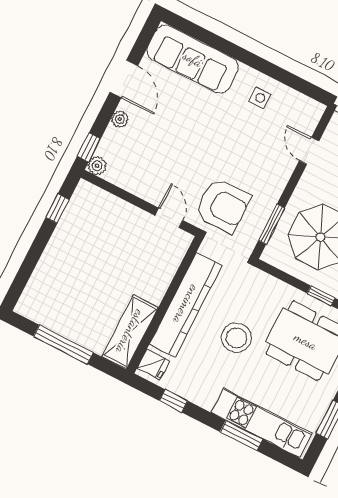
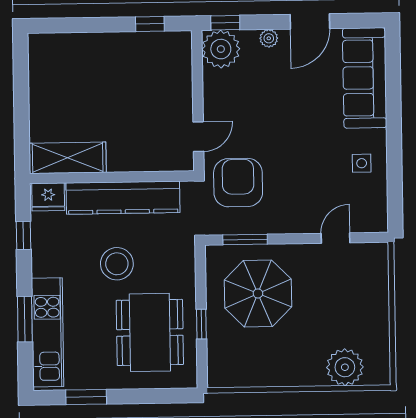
plant: (97, 166) -> (221, 49), width x1.88, depth x1.88
armchair: (223, 206) -> (238, 183), turned 180
window: (63, 344) -> (21, 100), removed
fridge: (153, 364) -> (48, 197), width x1.38

